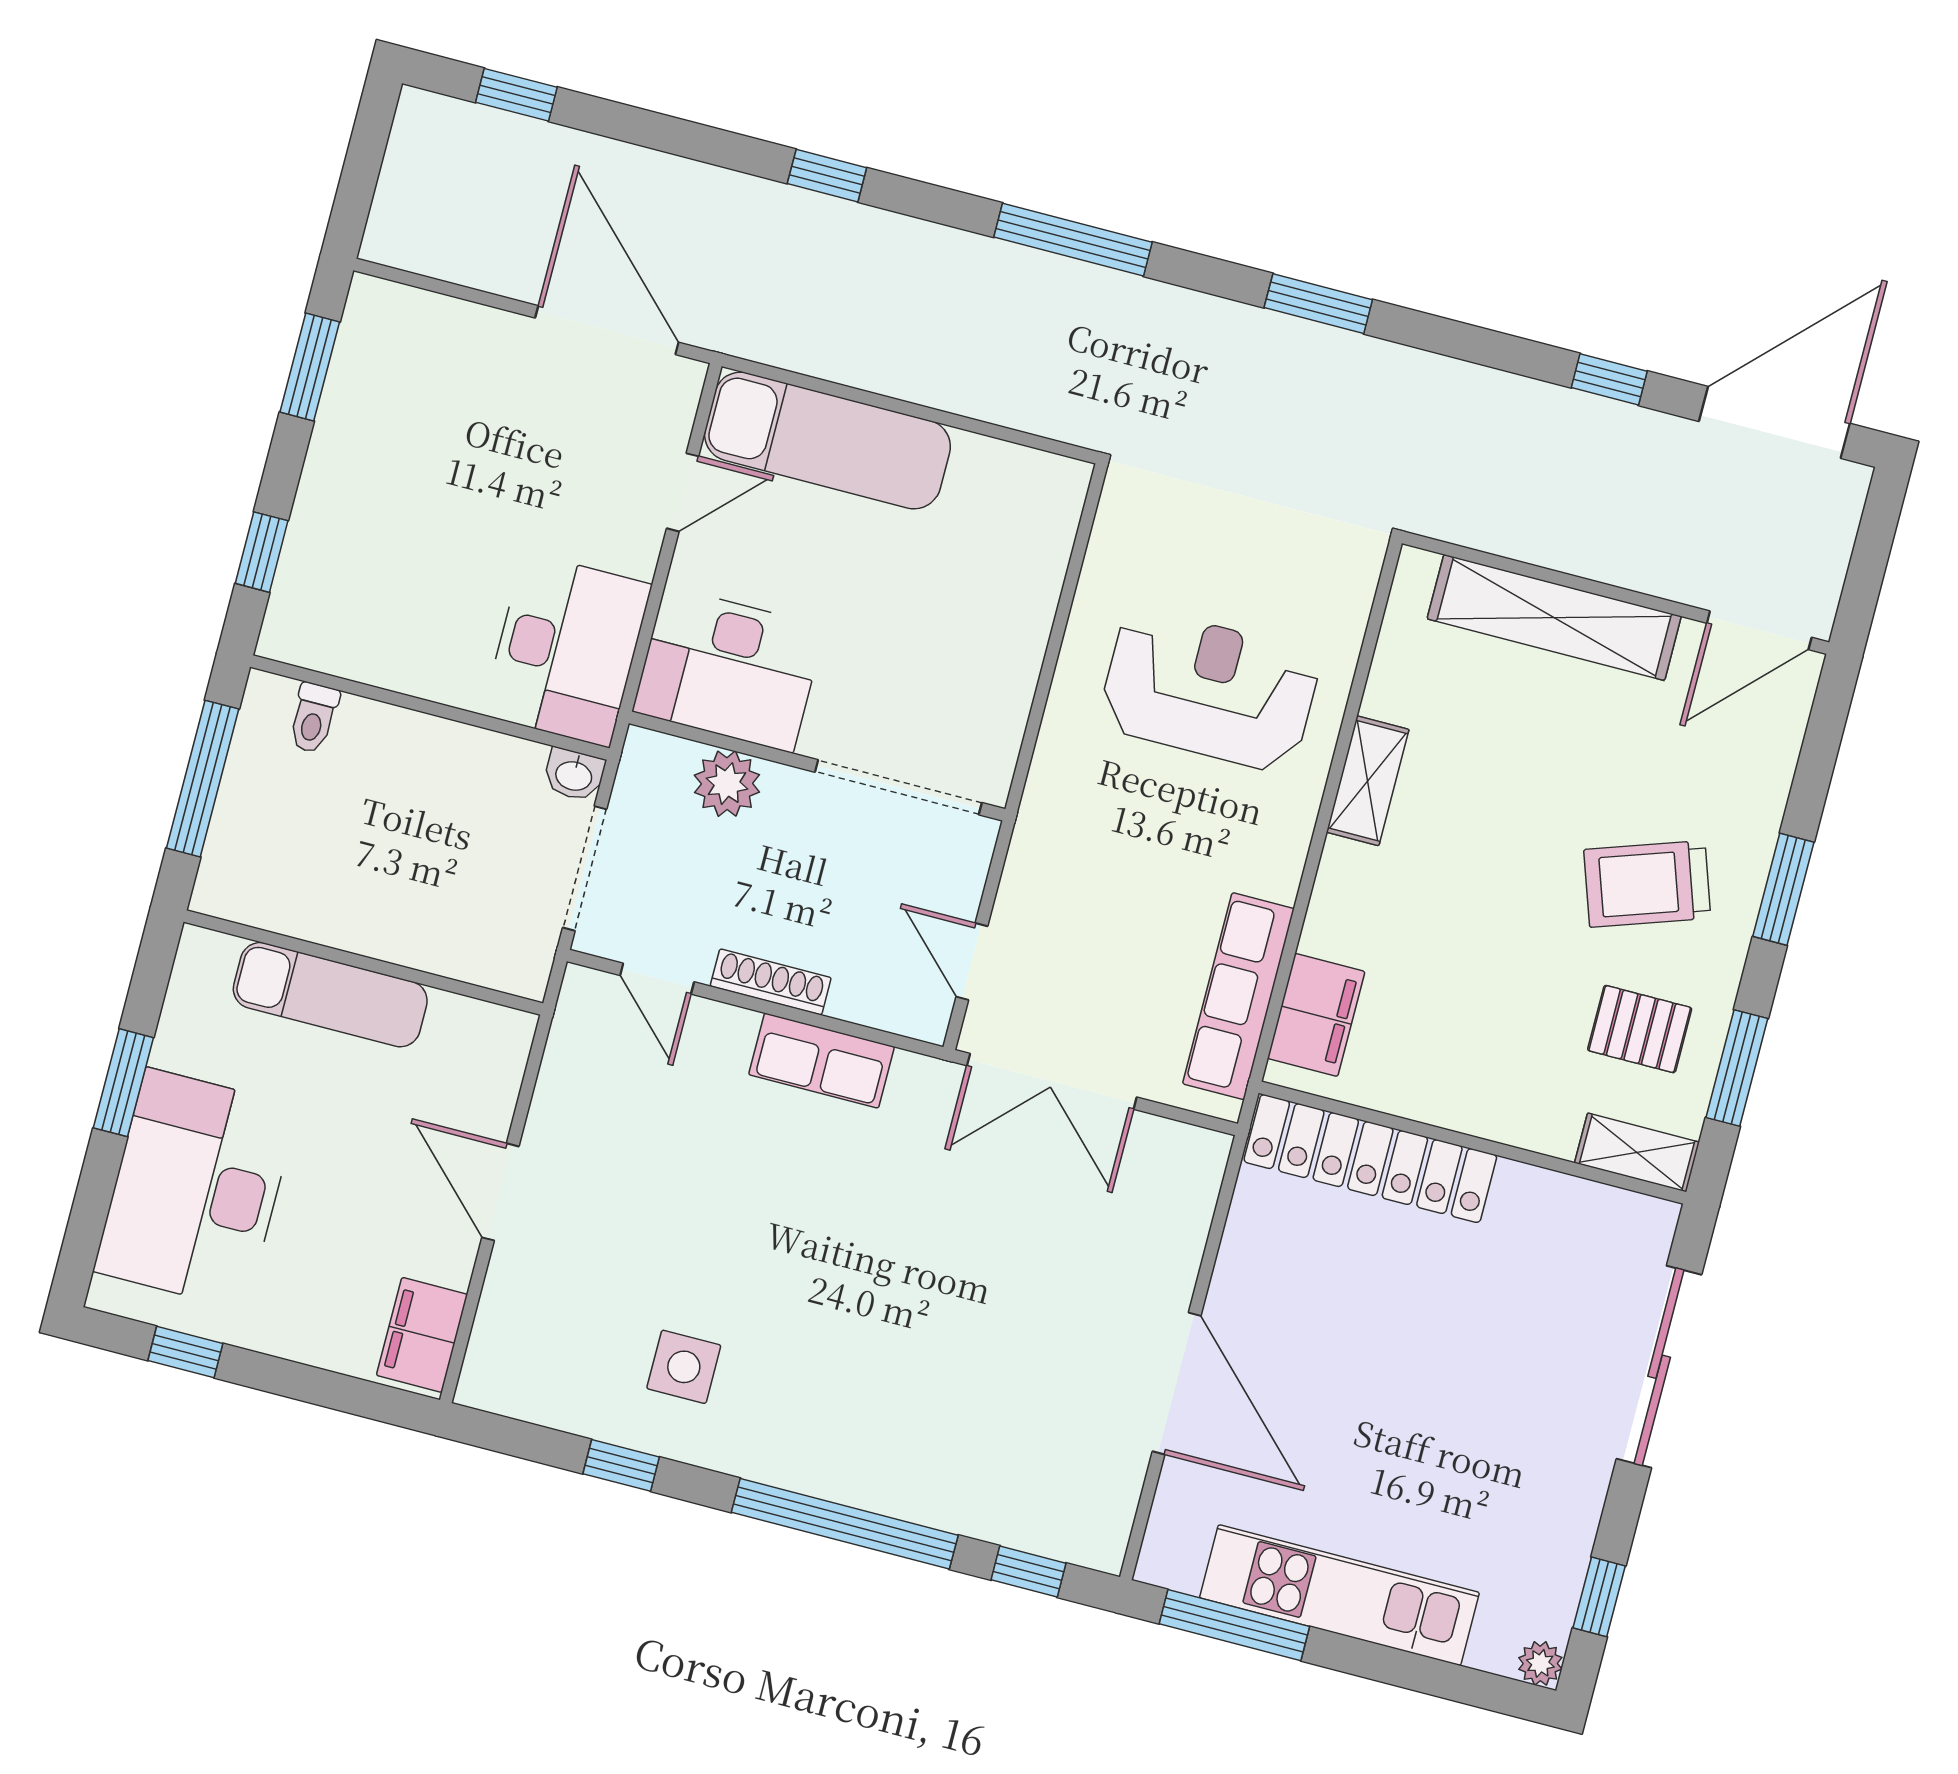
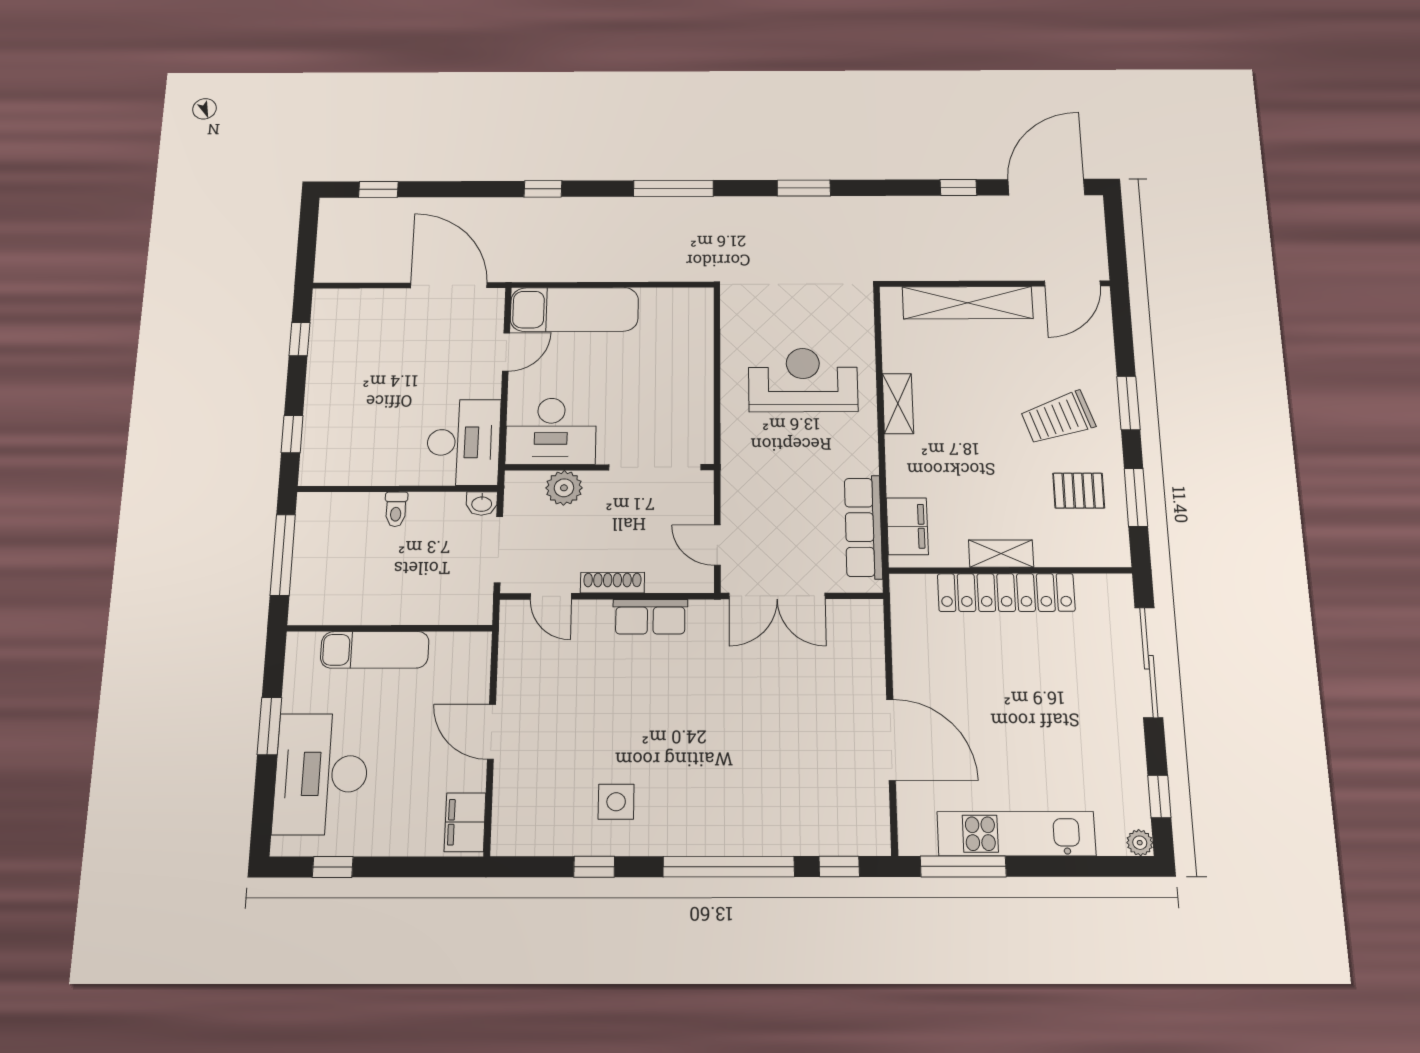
window: (310, 367) -> (299, 339), width x0.67
toilet: (313, 718) -> (396, 509), moved
shelving: (1637, 1152) -> (1001, 554), moved
locker: (1370, 1159) -> (1006, 593), moved

